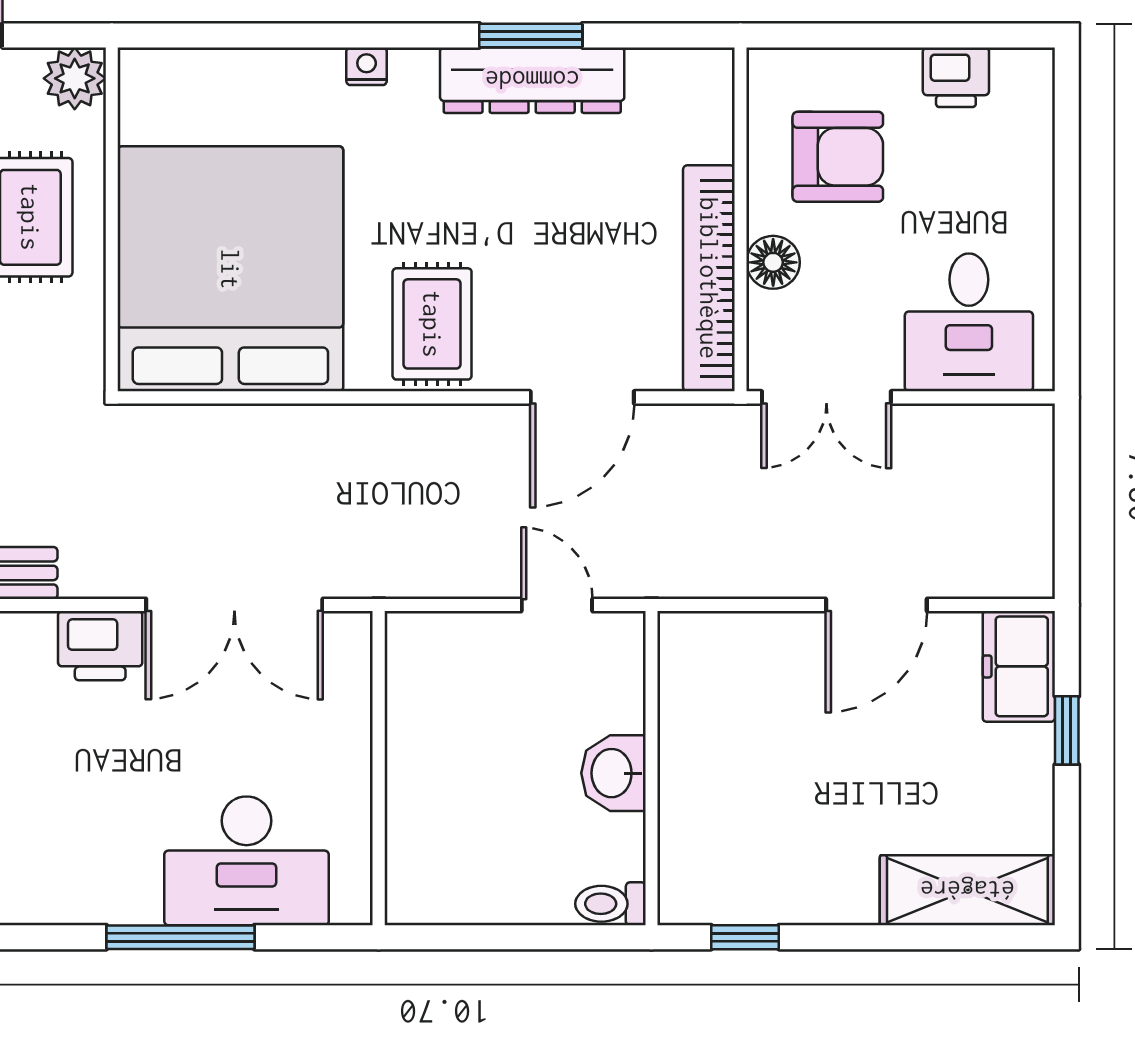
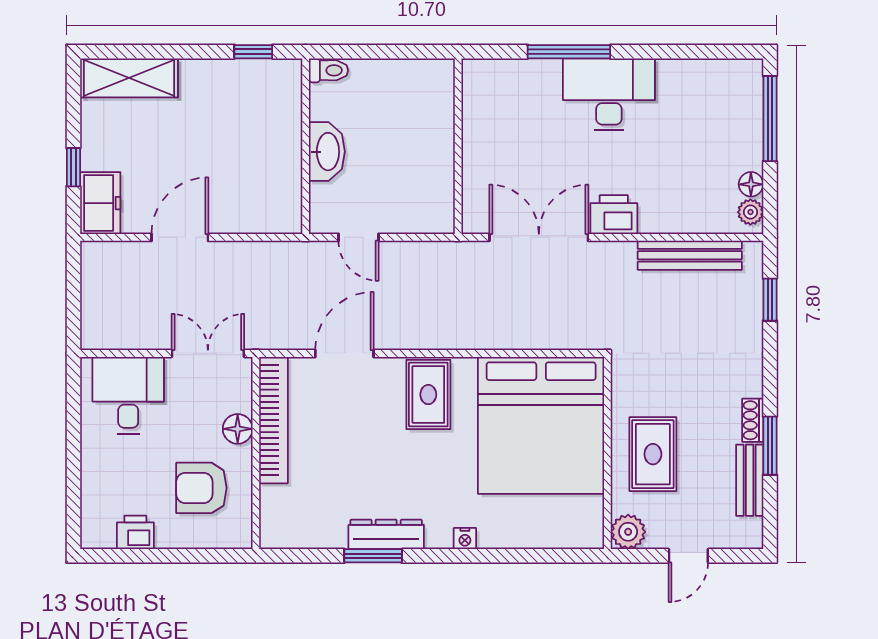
dresser: (532, 80) -> (386, 534), width x0.73, depth x0.80
washbasin: (613, 773) -> (327, 152), width x1.38
desk: (246, 861) -> (609, 94), moved

